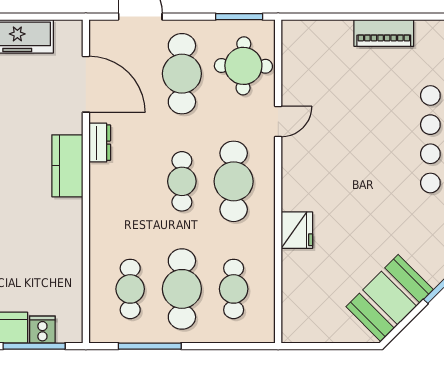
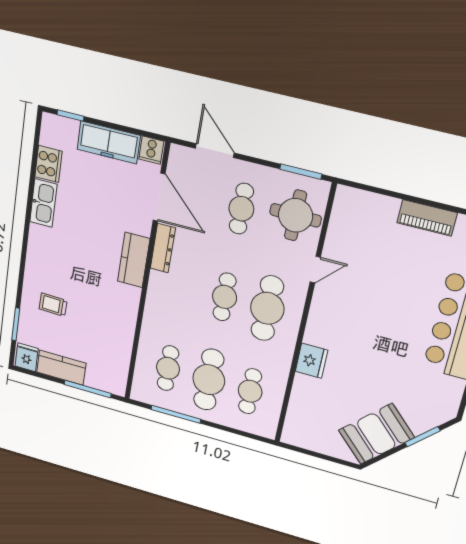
cafe table: (182, 74) -> (241, 209), width x0.73, depth x0.74
dresser: (100, 143) -> (163, 248), width x1.44
cooker: (42, 330) -> (151, 150), moved, turned 180

